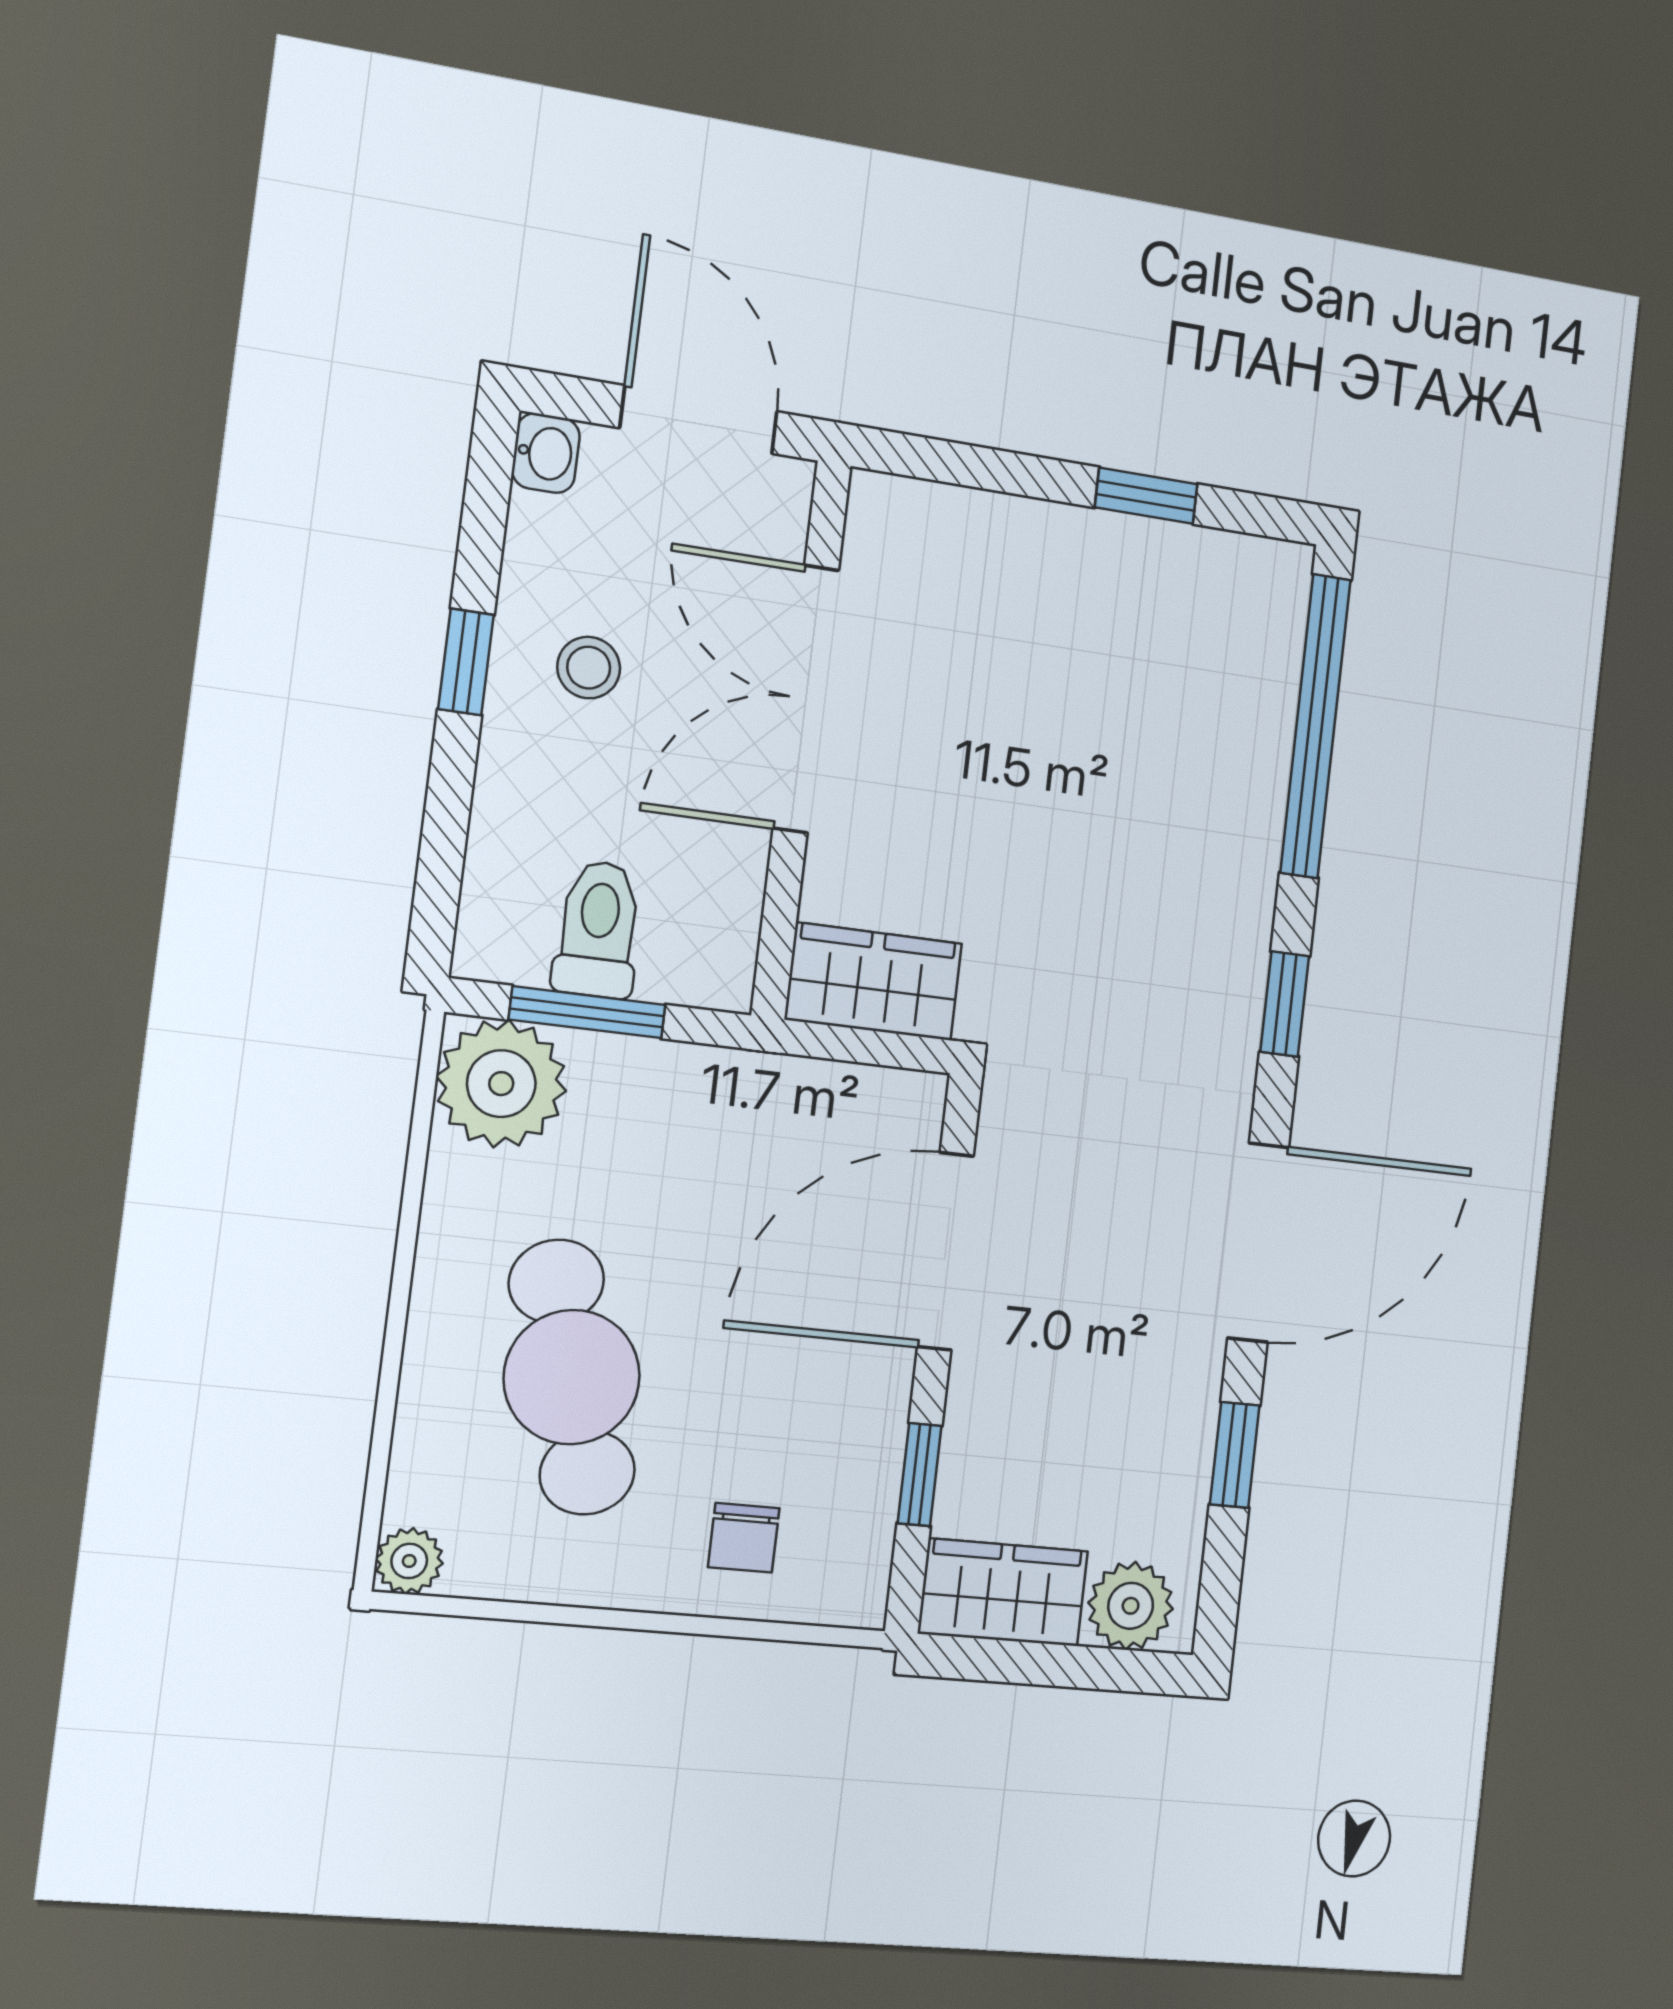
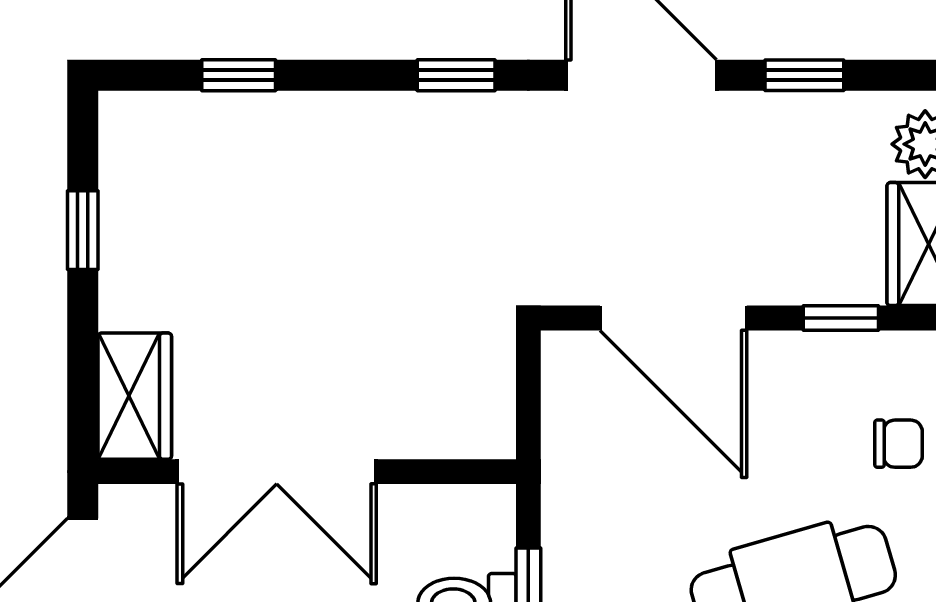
window: (1315, 726) -> (239, 75), width x0.32
wardrobe: (874, 981) -> (135, 396), moved, turned 180

